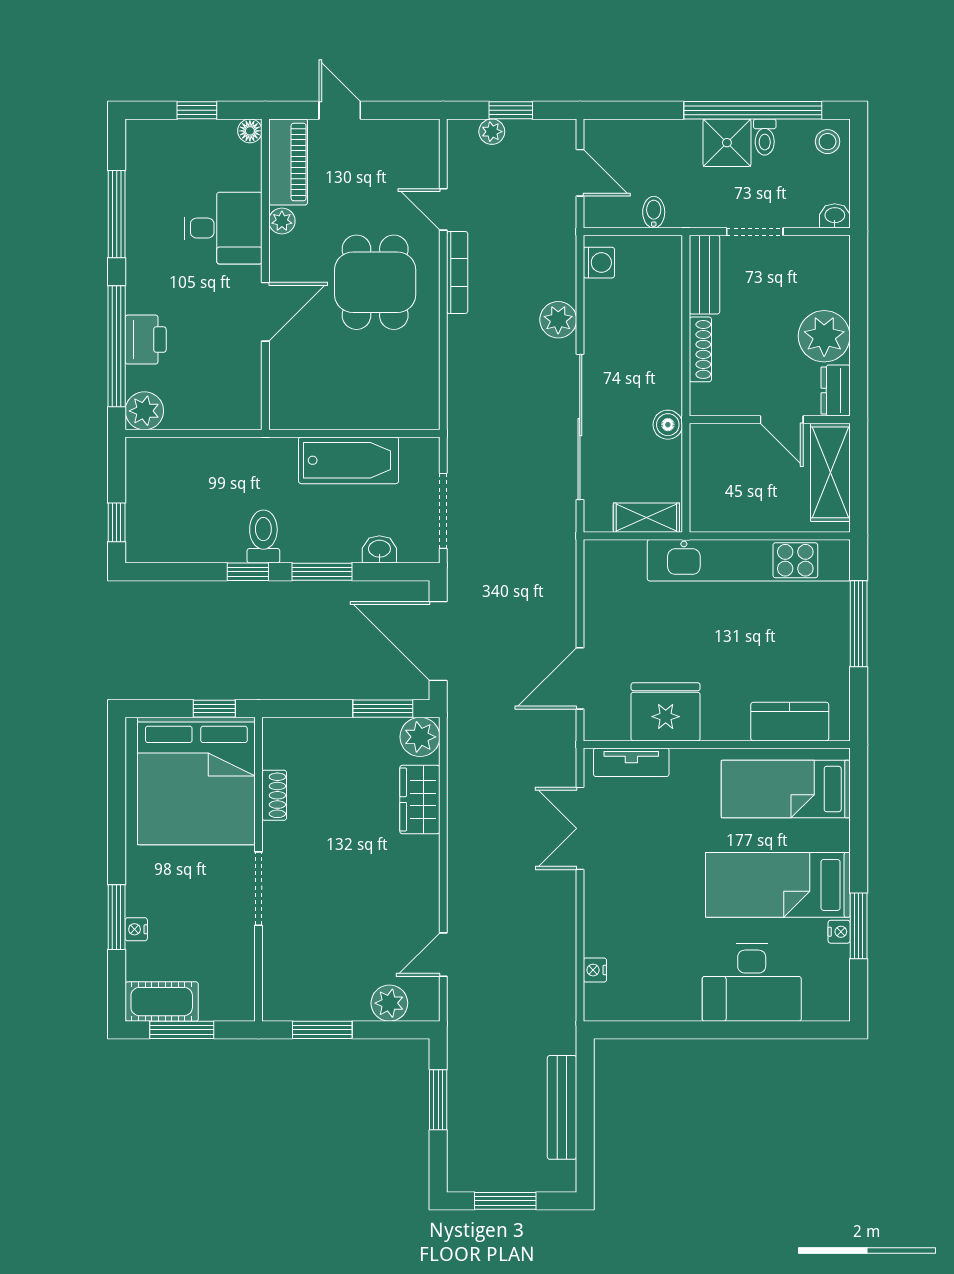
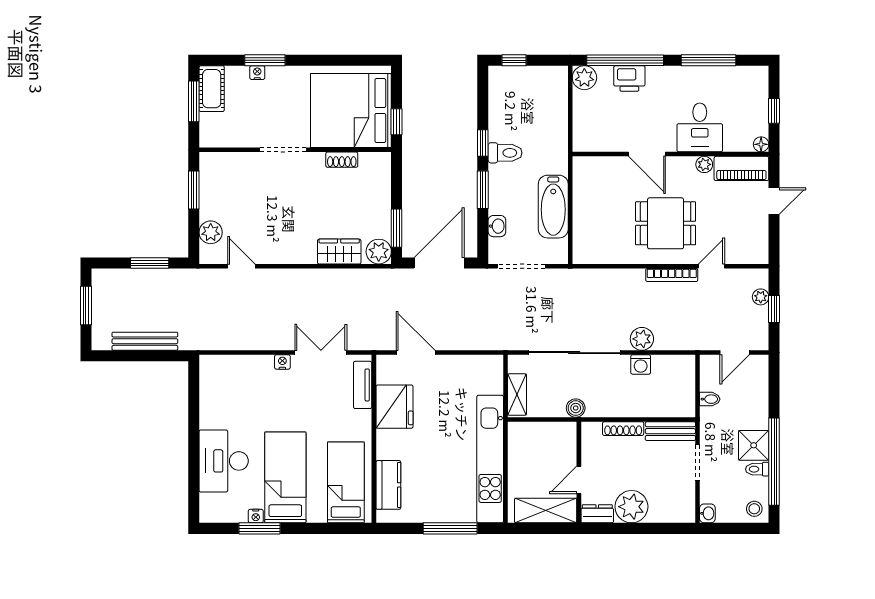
washing machine: (599, 263) -> (641, 364), moved
nightstand: (595, 970) -> (282, 362), moved

